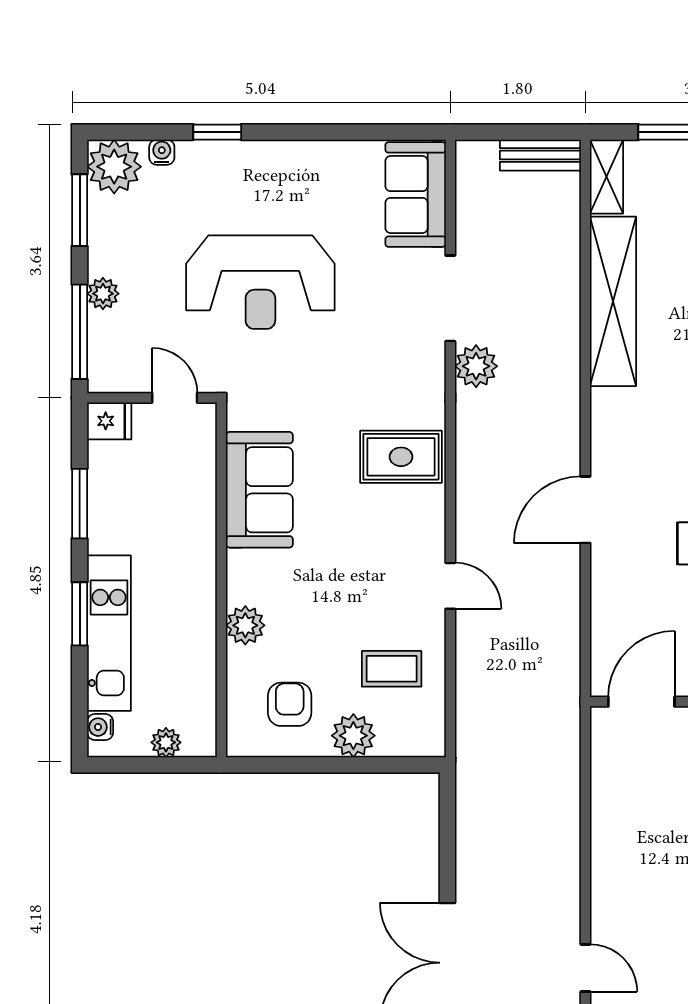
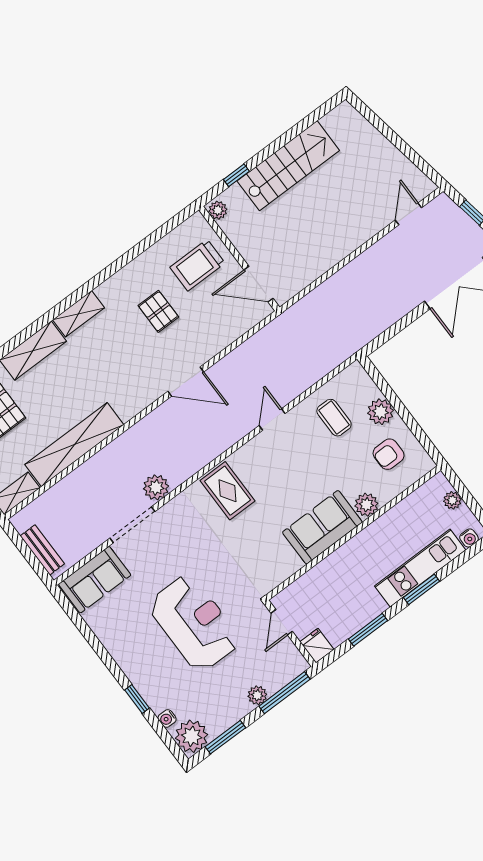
bench: (540, 155) -> (42, 550), moved
sofa: (259, 490) -> (322, 527), moved

